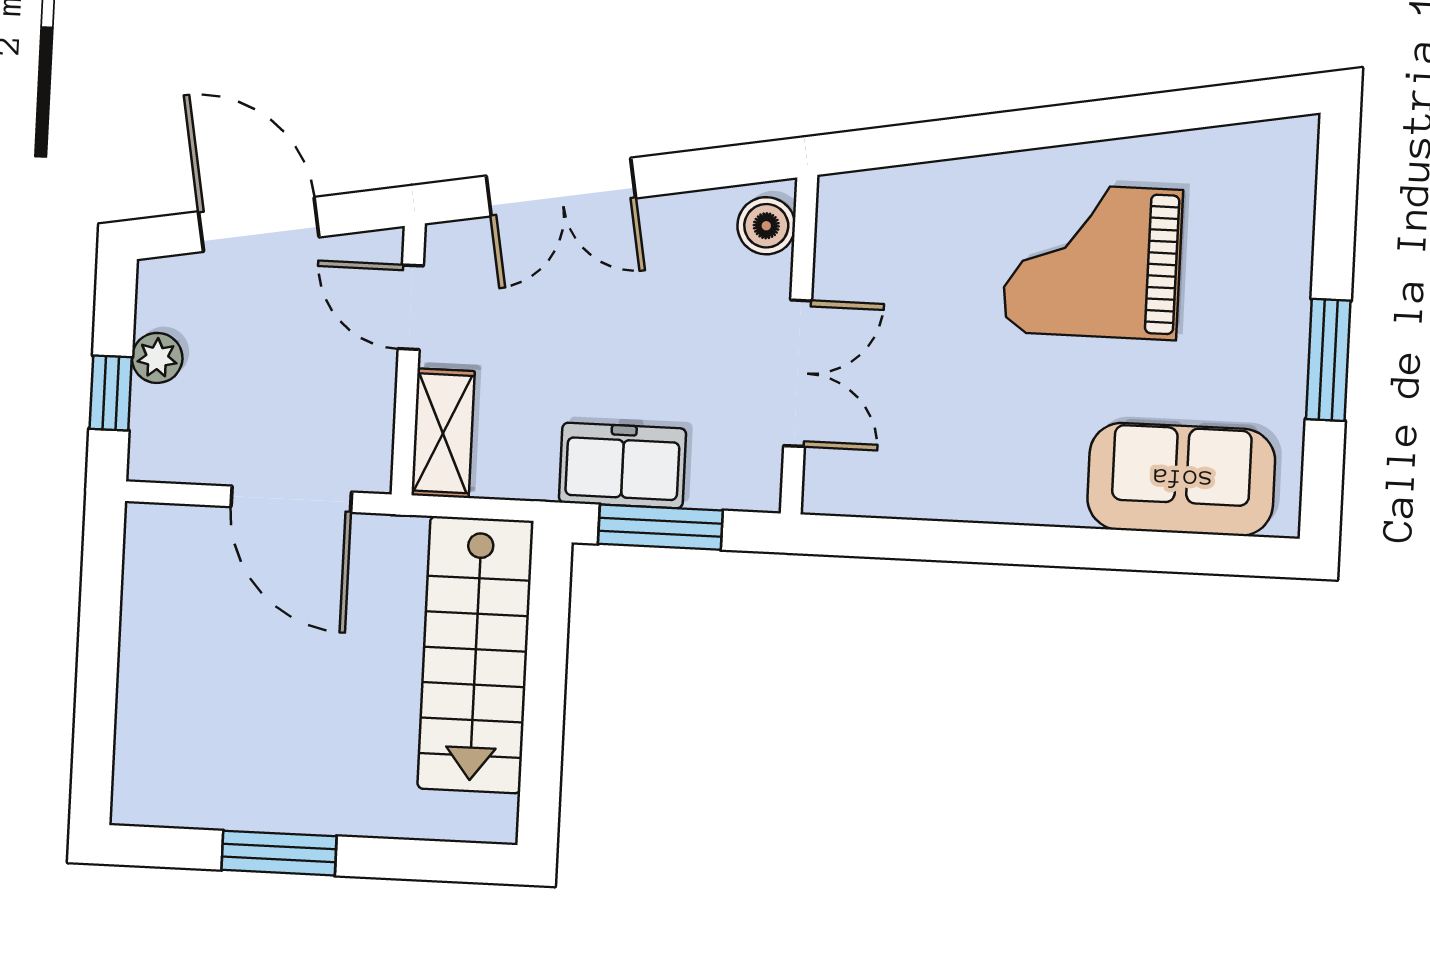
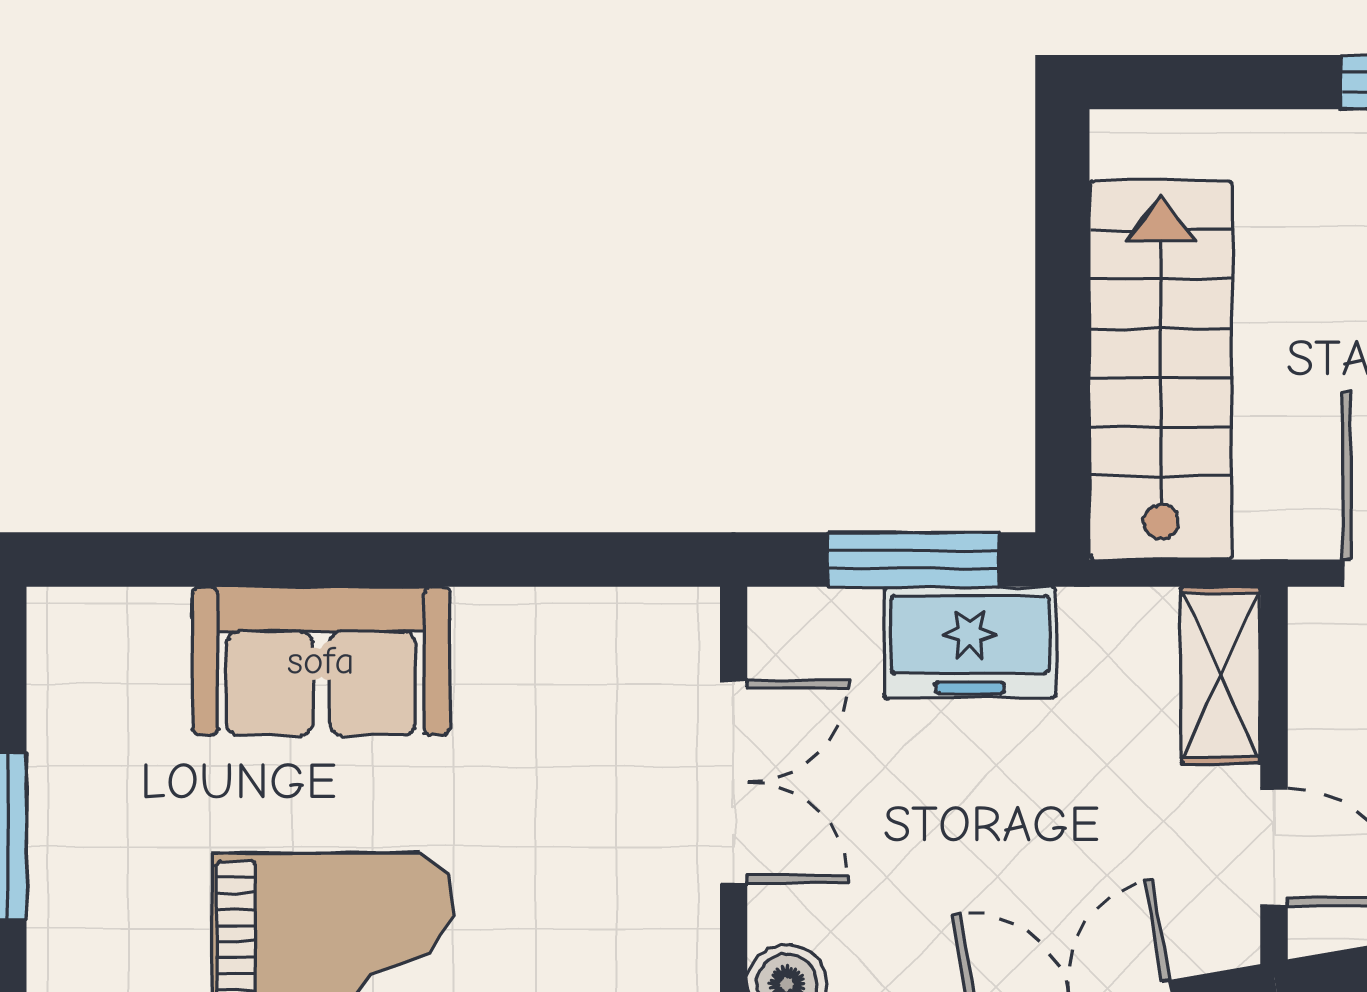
double door: (798, 373) -> (734, 782), swing flipped
sofa: (1181, 479) -> (321, 661), moved

